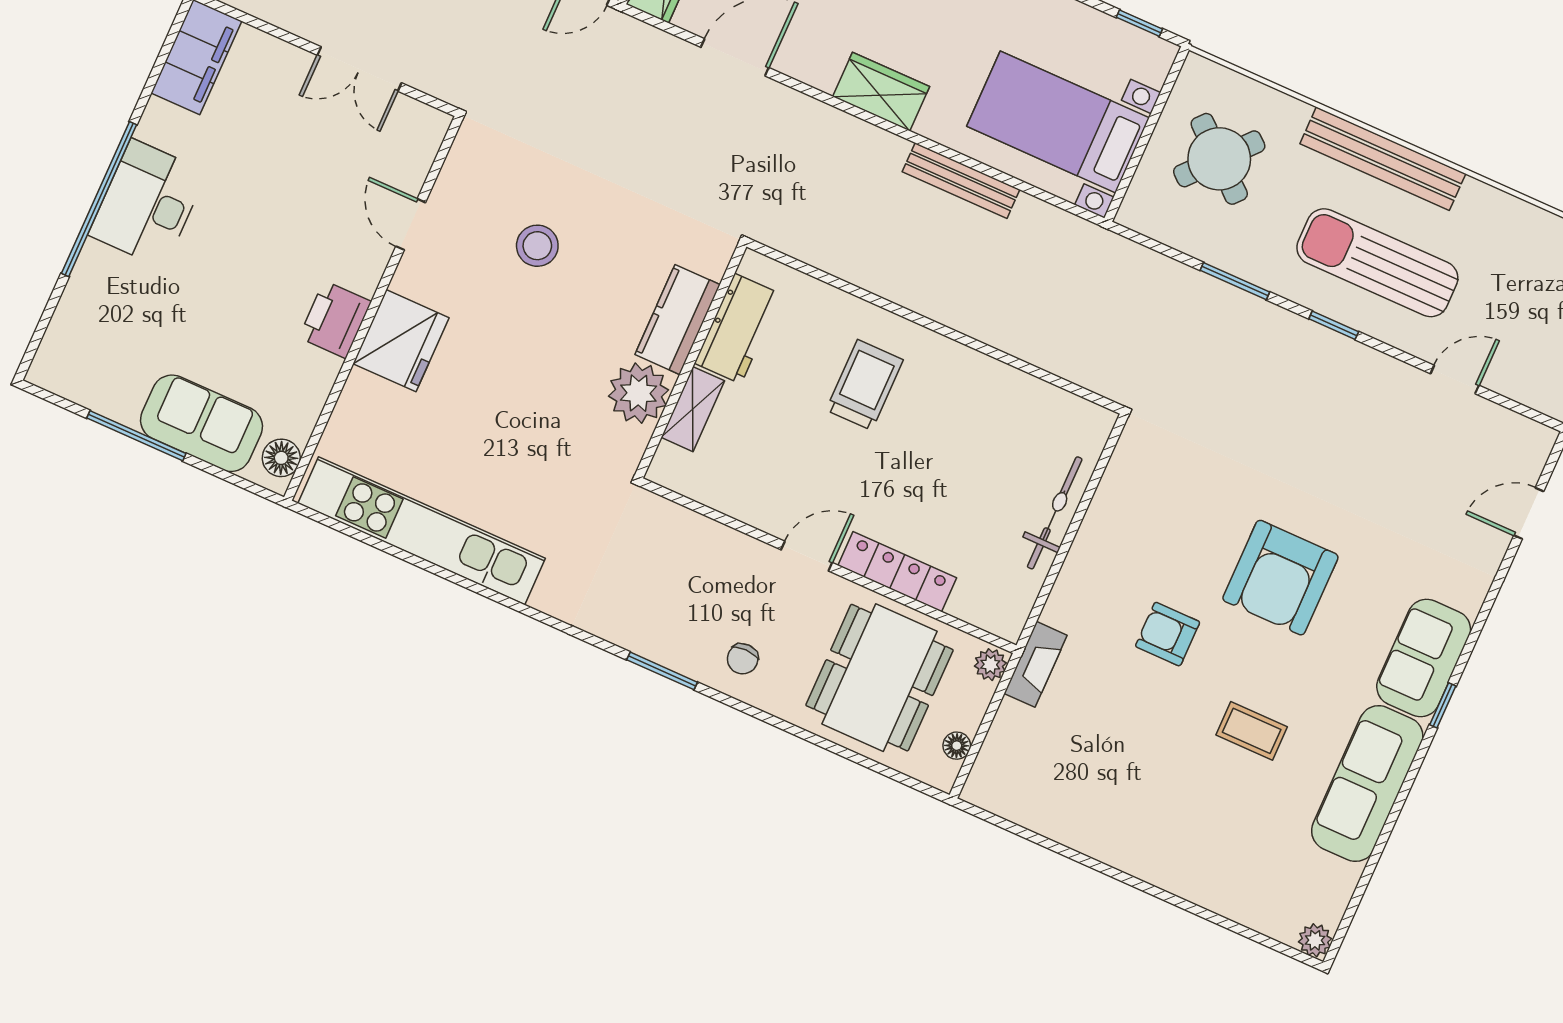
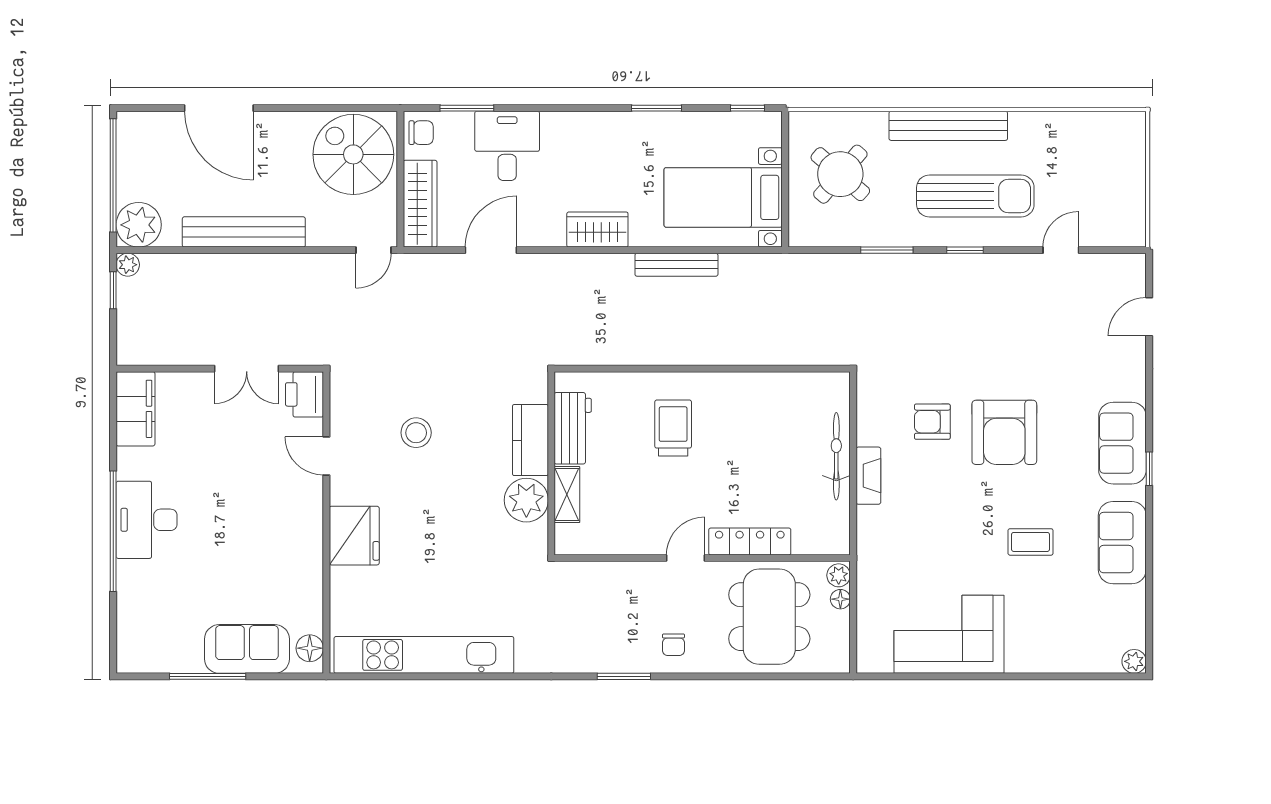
sun lounger: (1377, 263) -> (975, 196), turned 180
printer: (335, 320) -> (304, 394), moved
armchair: (1168, 634) -> (932, 422), moved
fireplace: (1036, 664) -> (868, 476), moved
floor lamp: (957, 746) -> (840, 599), moved
sofa: (1367, 784) -> (1122, 543), width x0.73
corner sofa: (1096, 801) -> (949, 634), added

